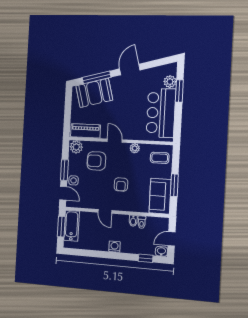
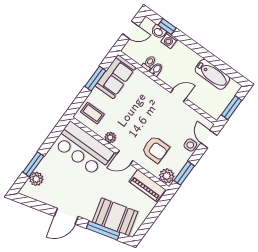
bar counter: (161, 113) -> (83, 149), moved, turned 90
door: (115, 141) -> (125, 157), hinge flipped
window: (64, 170) -> (184, 173), moved
armchair: (121, 184) -> (146, 111), removed
door: (105, 211) -> (178, 95), hinge flipped
bathtub: (72, 226) -> (212, 74), moved, turned -90
washing machine: (115, 247) -> (169, 40), moved
washbasin: (161, 251) -> (158, 32), moved

